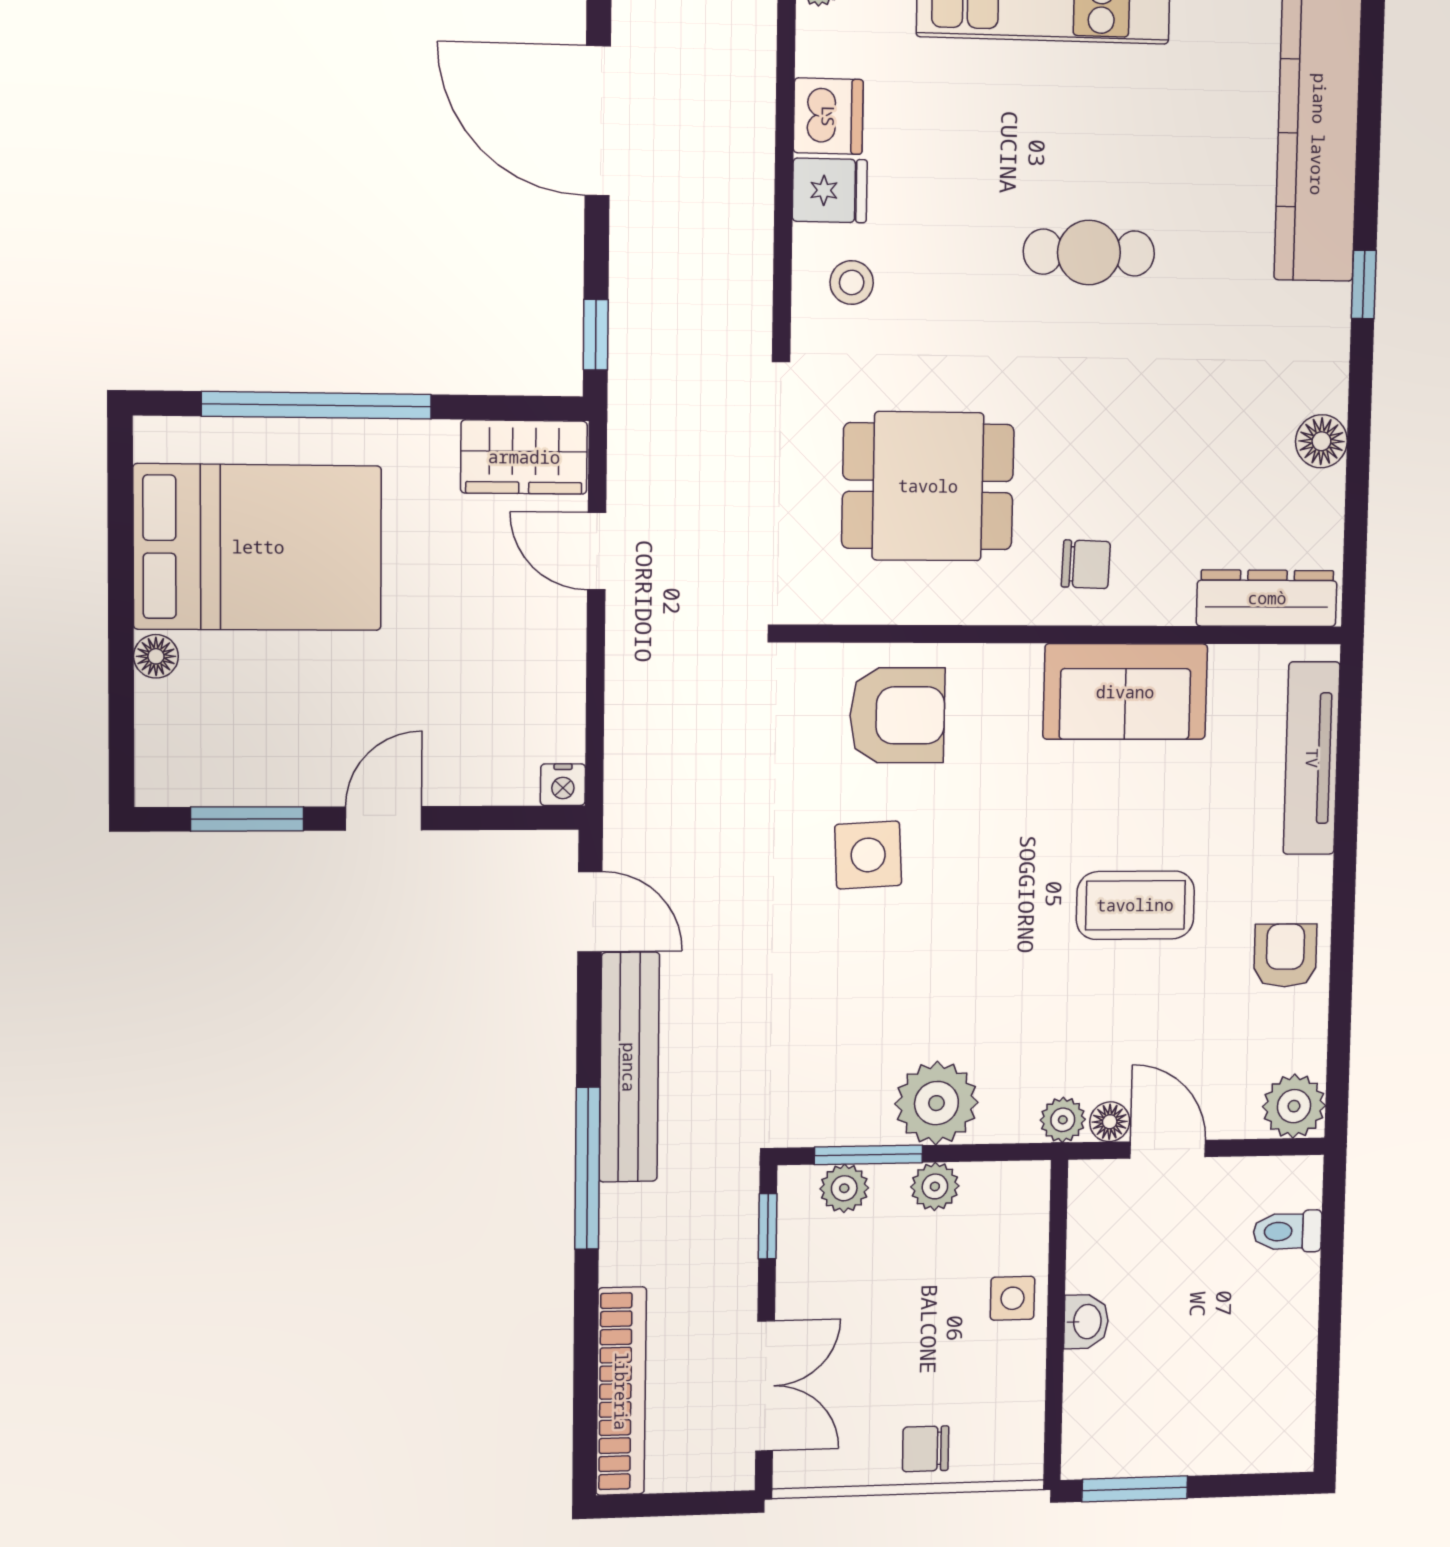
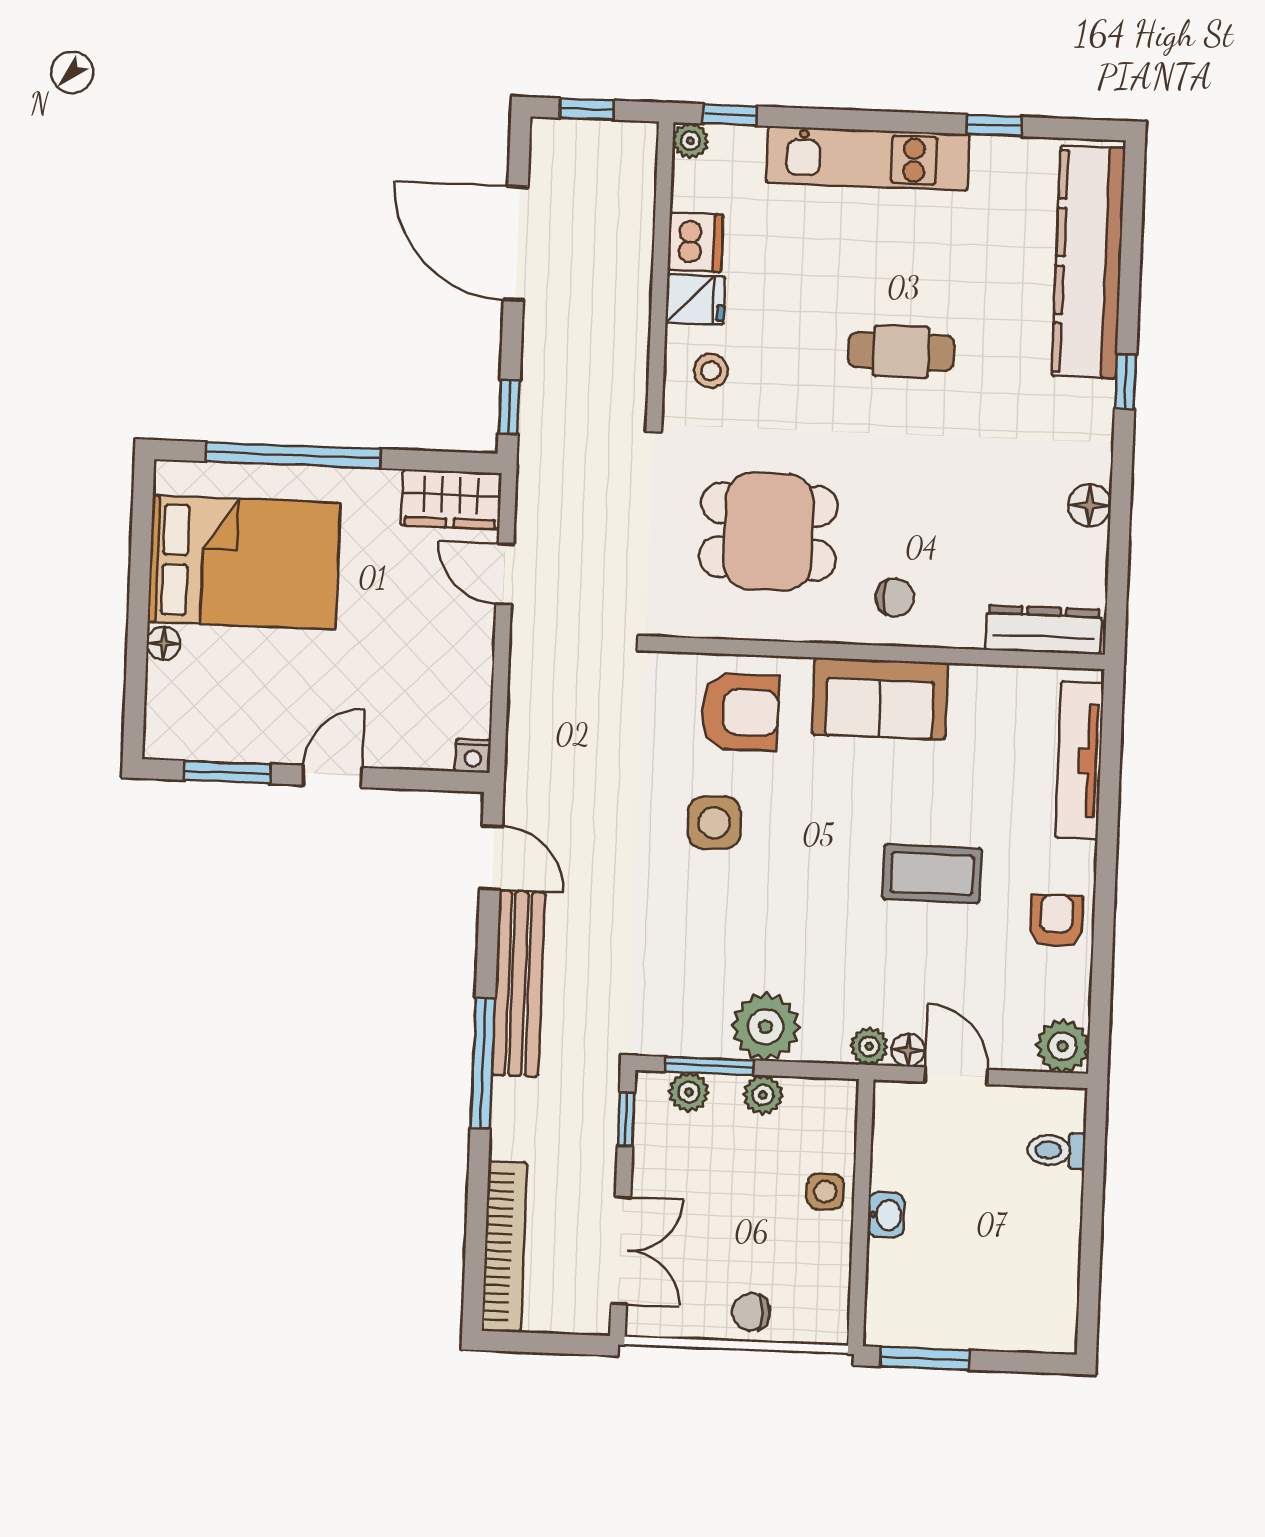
sofa: (1125, 692) -> (880, 698), moved

